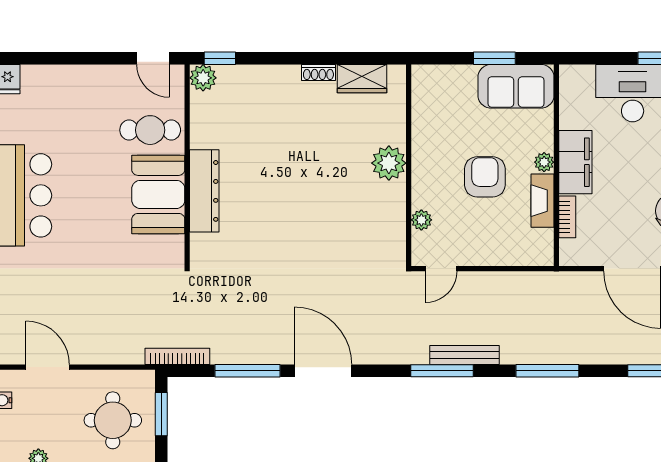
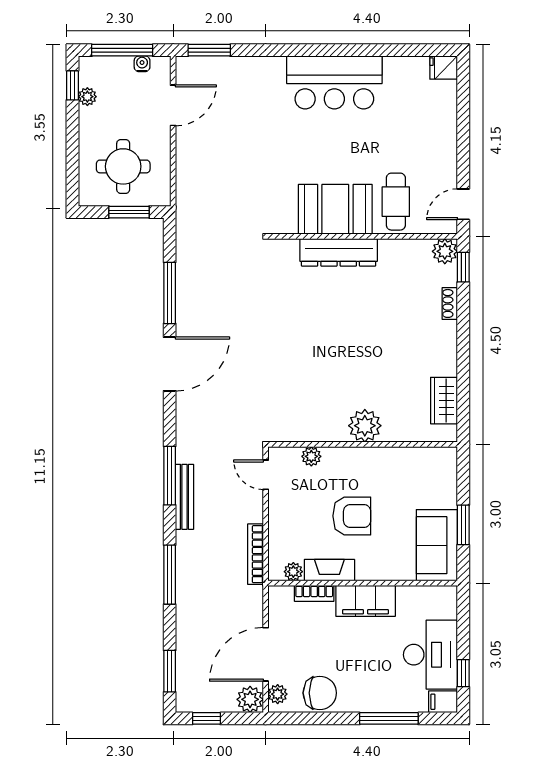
shoe rack: (318, 73) -> (450, 303), moved
plant: (544, 162) -> (293, 572), moved
bookcase: (177, 356) -> (256, 554), moved, turned 180

